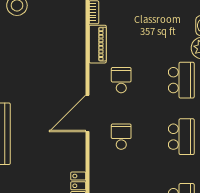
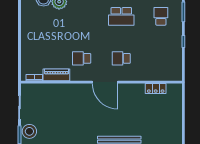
school desk: (181, 80) -> (82, 16), removed
school desk: (181, 137) -> (121, 16), turned 180

